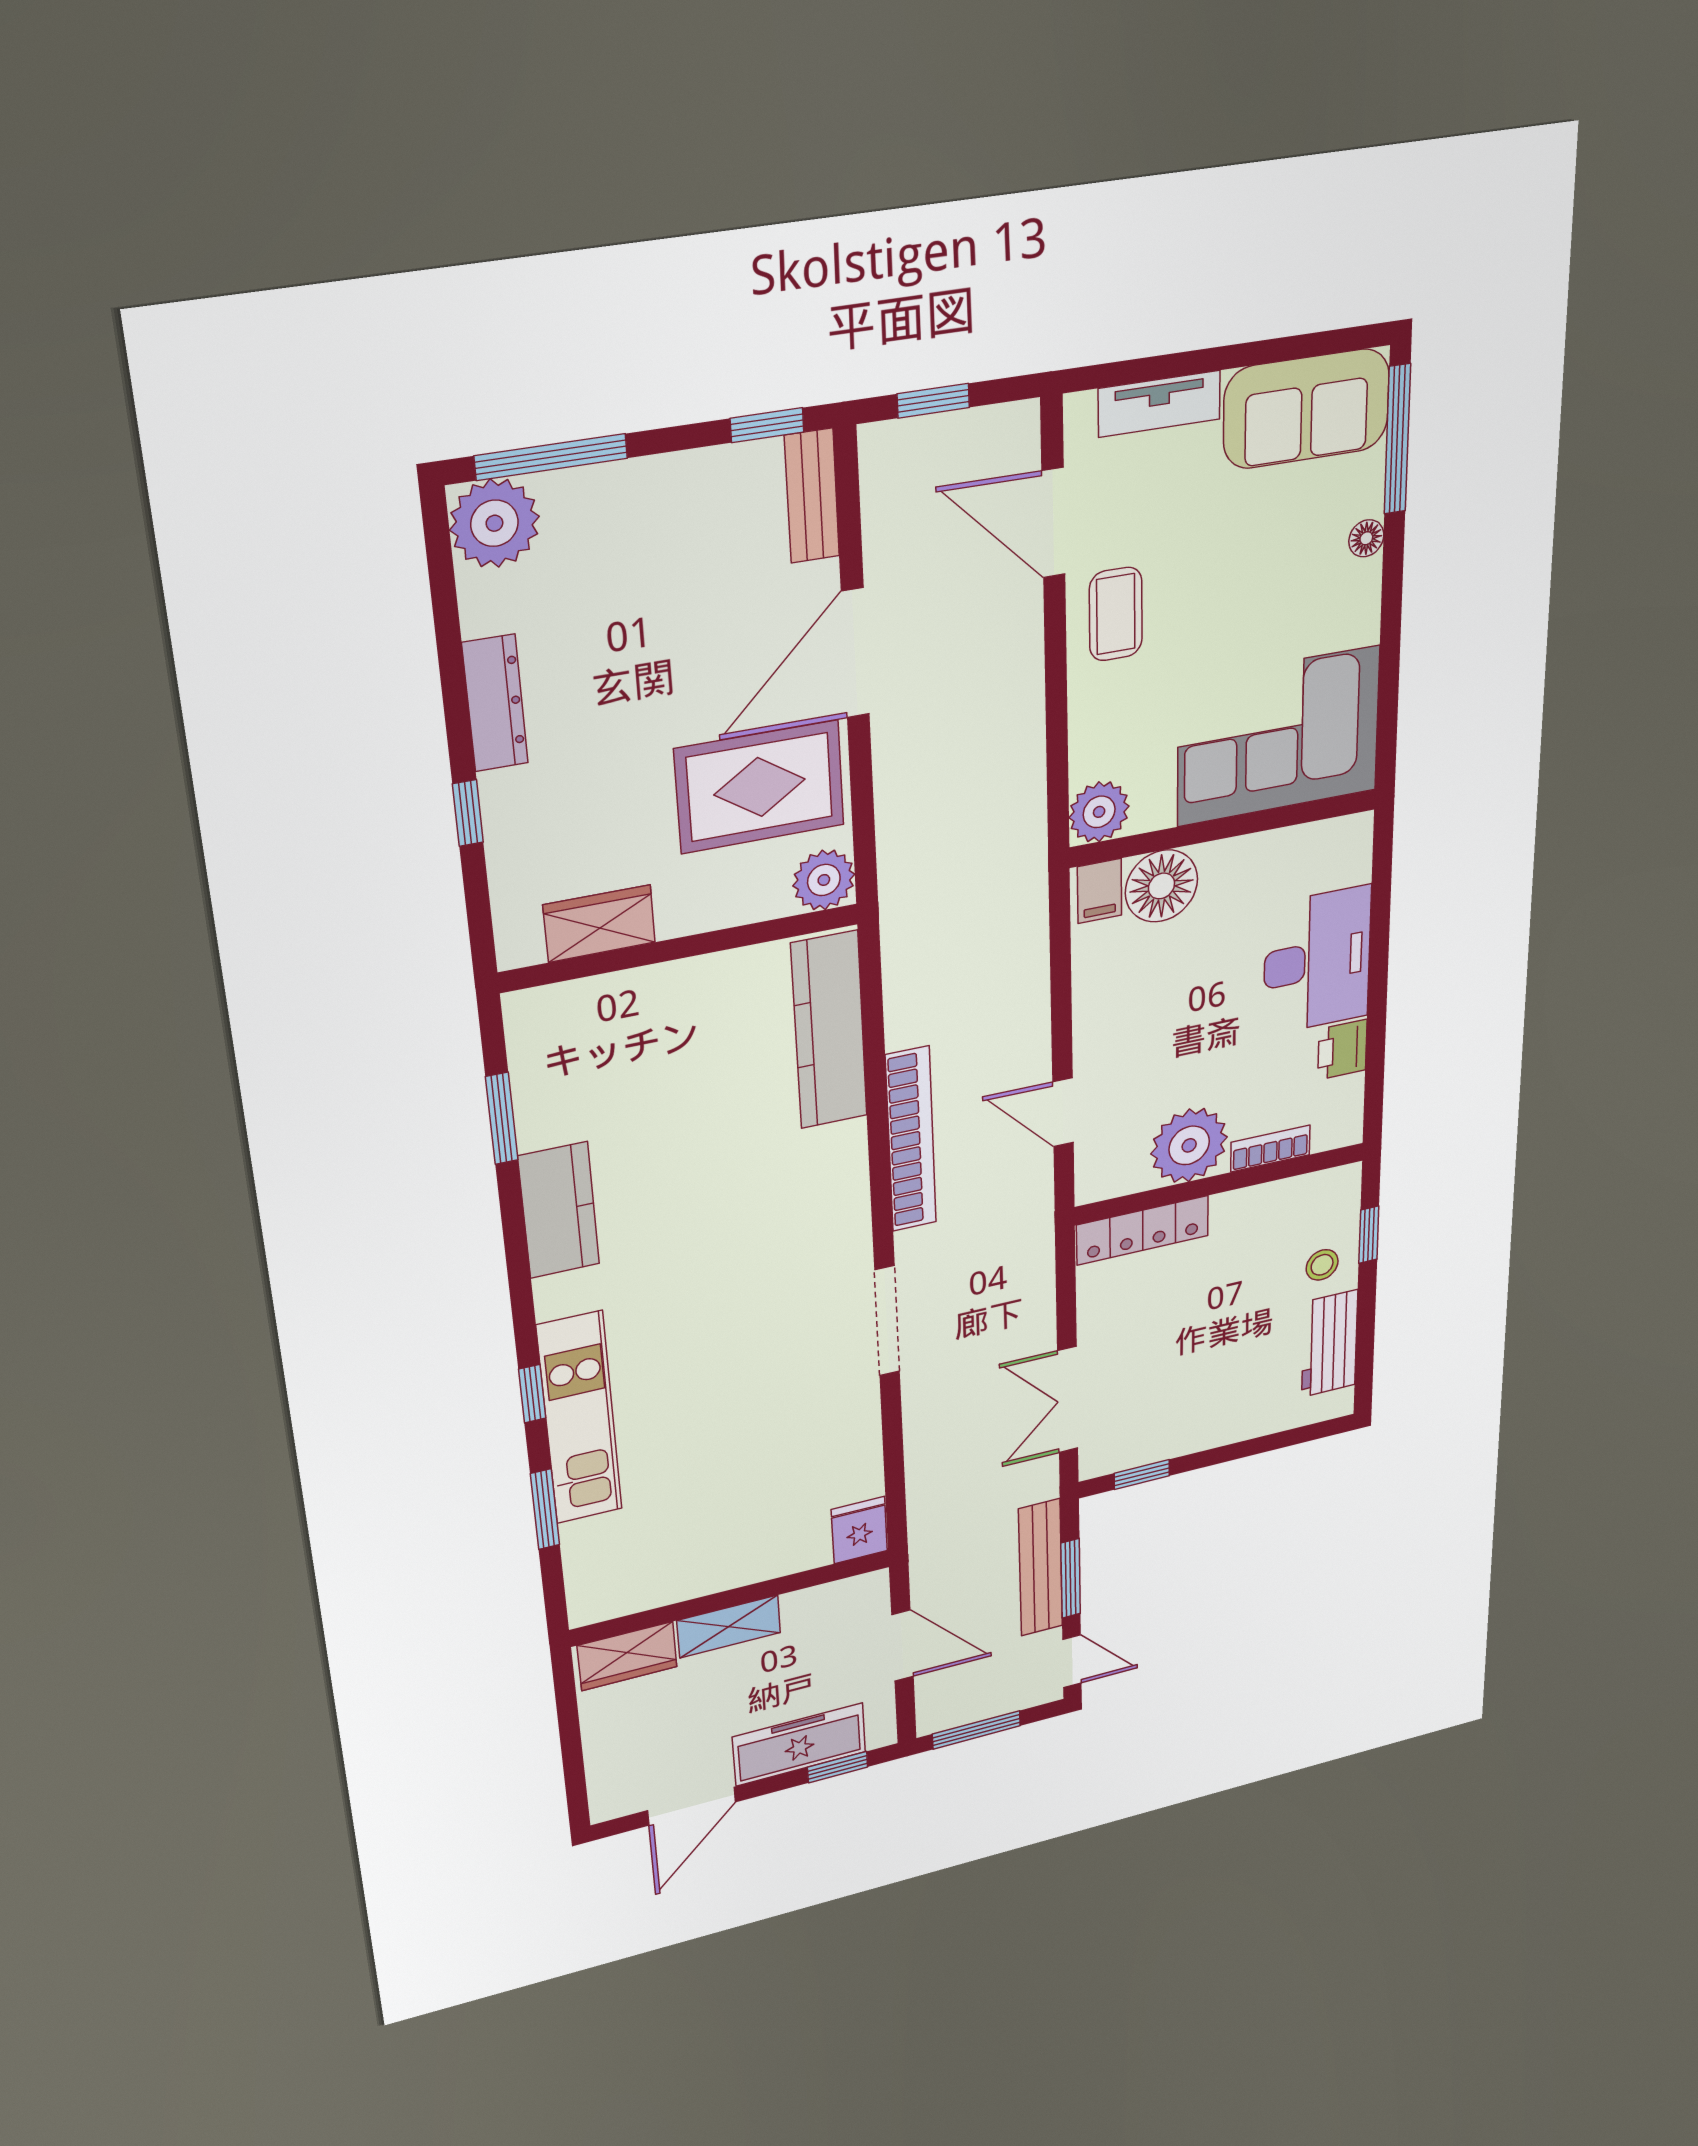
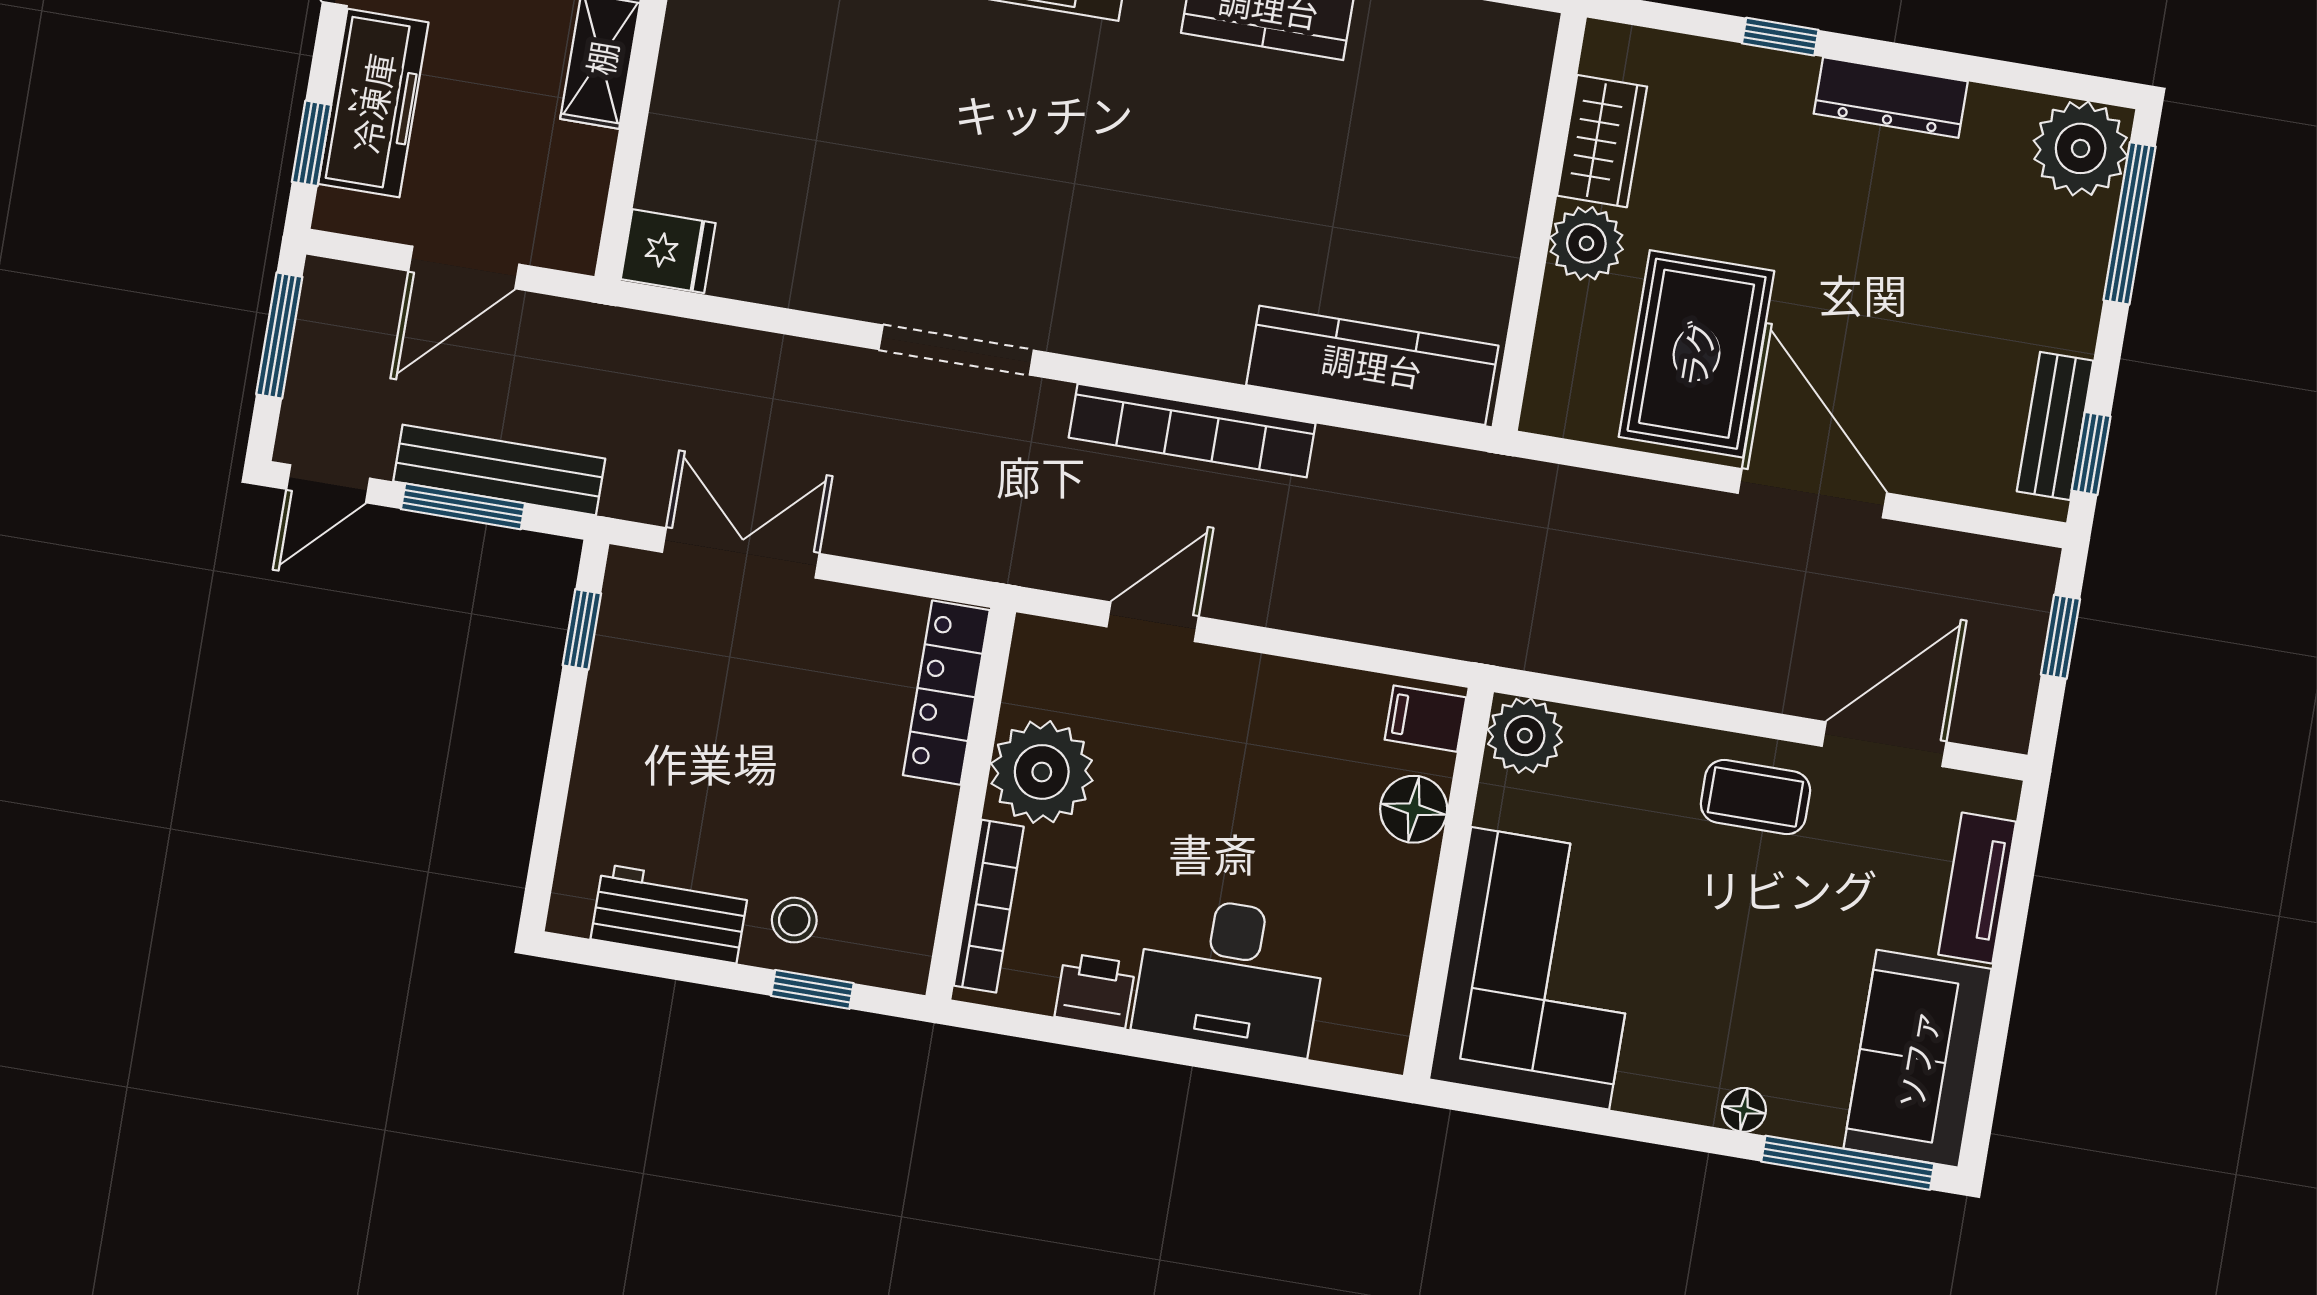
bench: (812, 496) -> (2055, 426), moved, turned 90
plant: (824, 880) -> (1586, 243), moved
floor lamp: (1161, 886) -> (1414, 809), width x0.73, depth x0.73
bookcase: (1270, 1149) -> (989, 906), width x1.56

